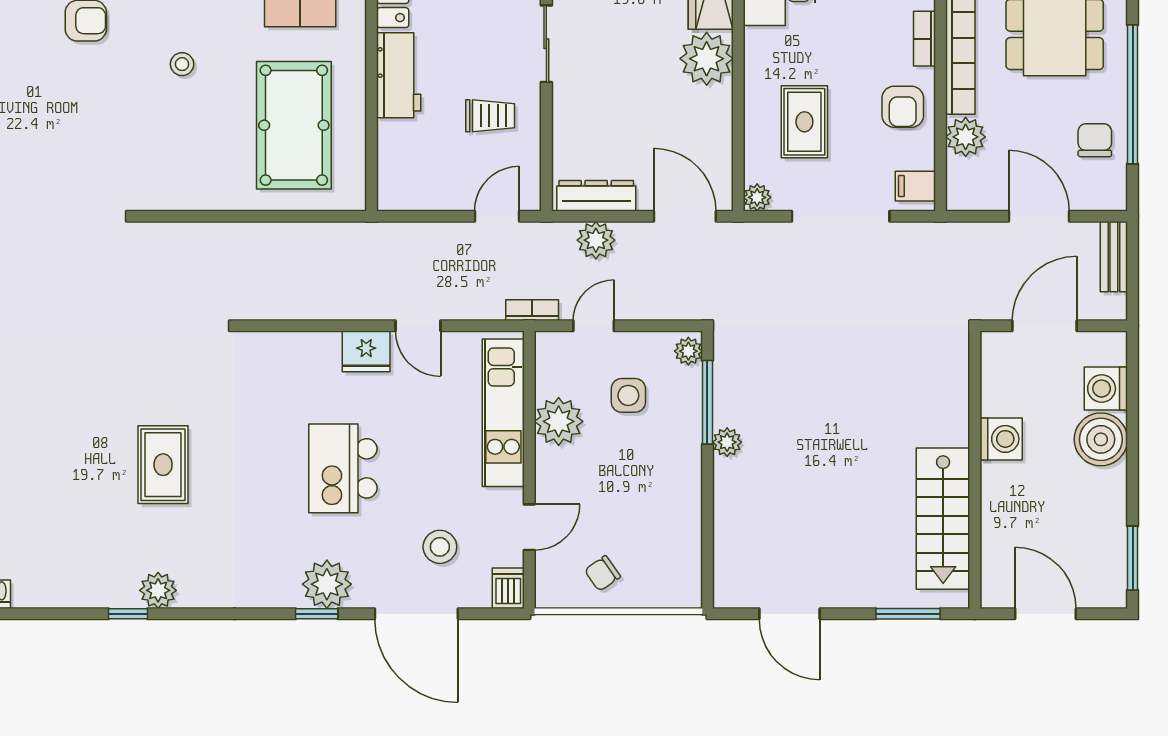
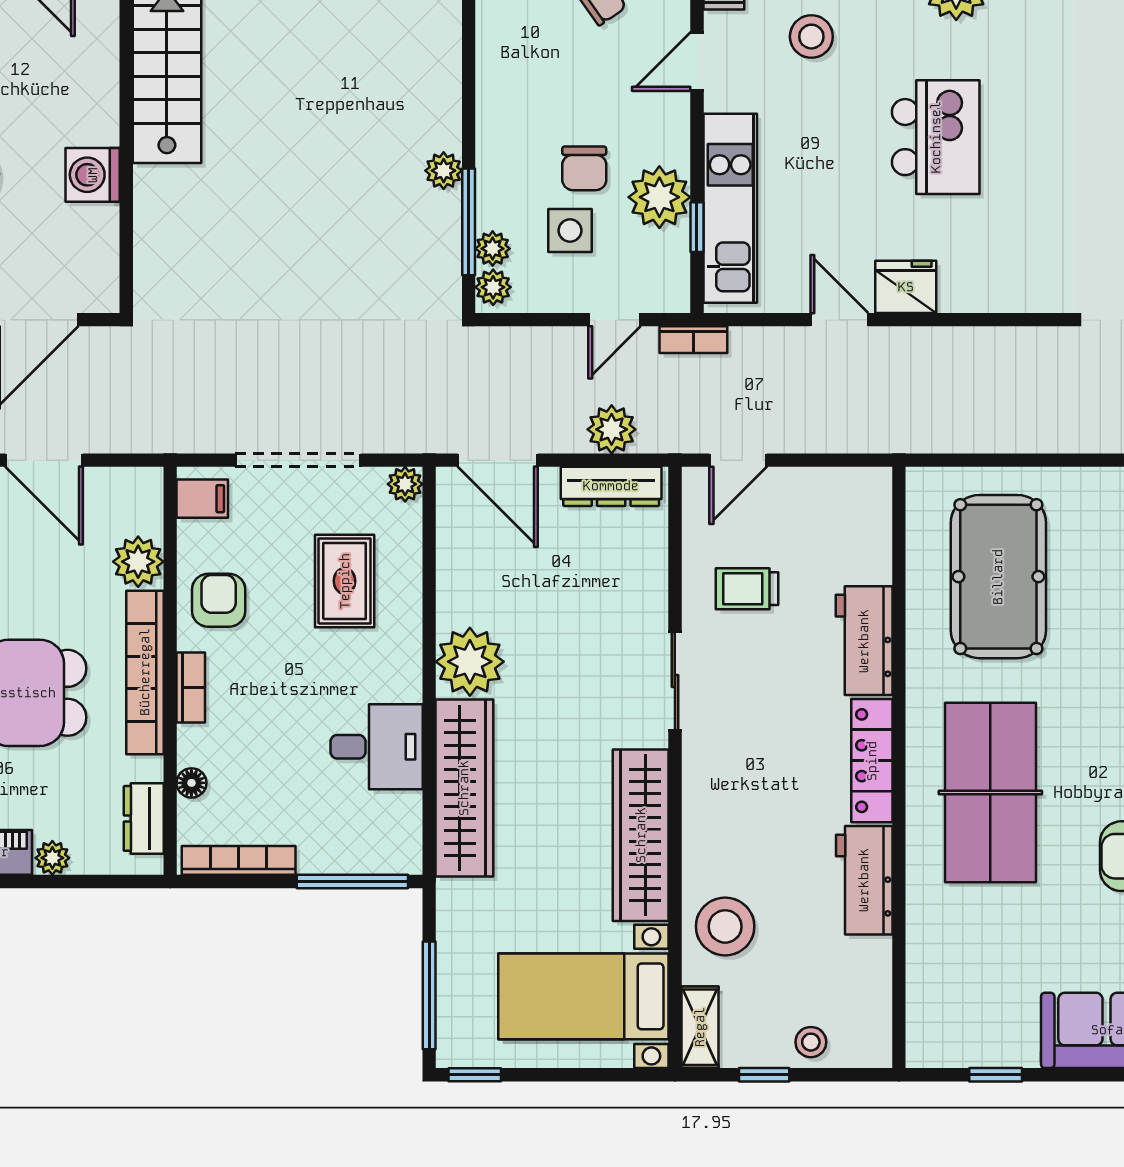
plant: (689, 381) -> (493, 249), added
window: (529, 398) -> (697, 227), added
chair: (617, 444) -> (584, 168), added

